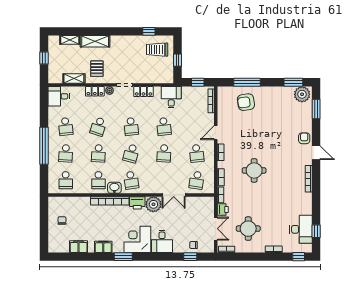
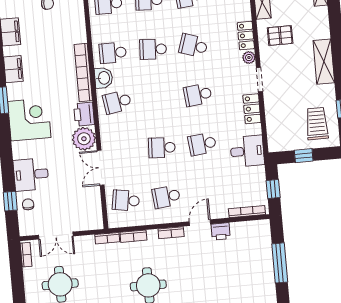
shelving: (95, 41) -> (324, 62), moved
armchair: (246, 102) -> (250, 264), removed
door: (216, 133) -> (200, 223), hinge flipped
school desk: (131, 153) -> (157, 98), removed
printer: (223, 209) -> (221, 231), moved
desk: (162, 241) -> (31, 174), moved

